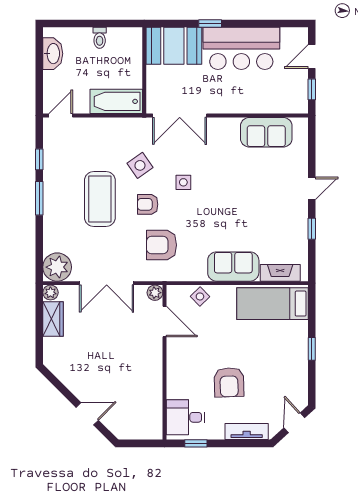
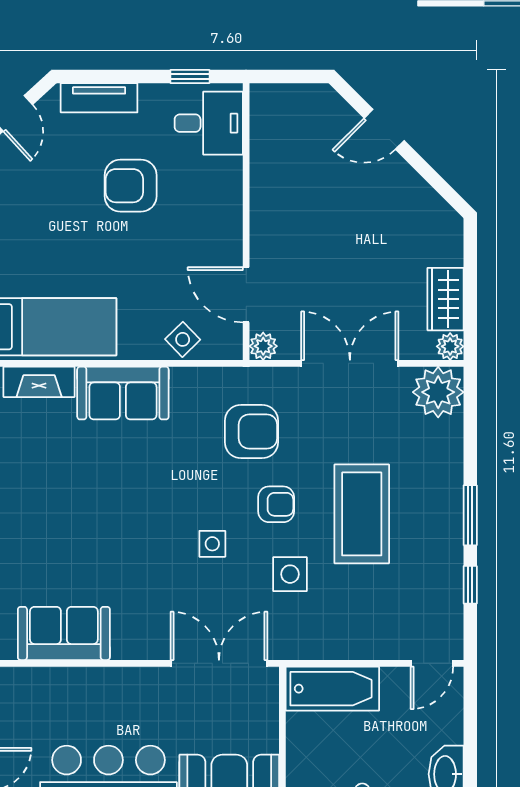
side table: (140, 165) -> (290, 574), turned 35
armchair: (229, 382) -> (131, 186), turned -88

